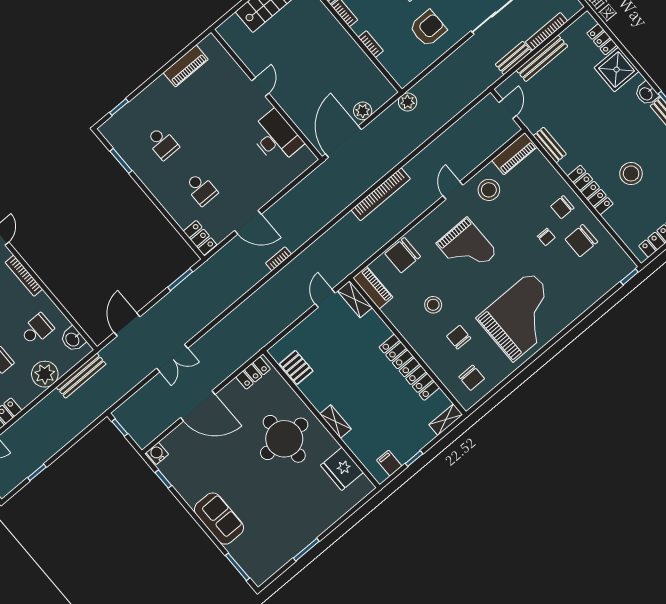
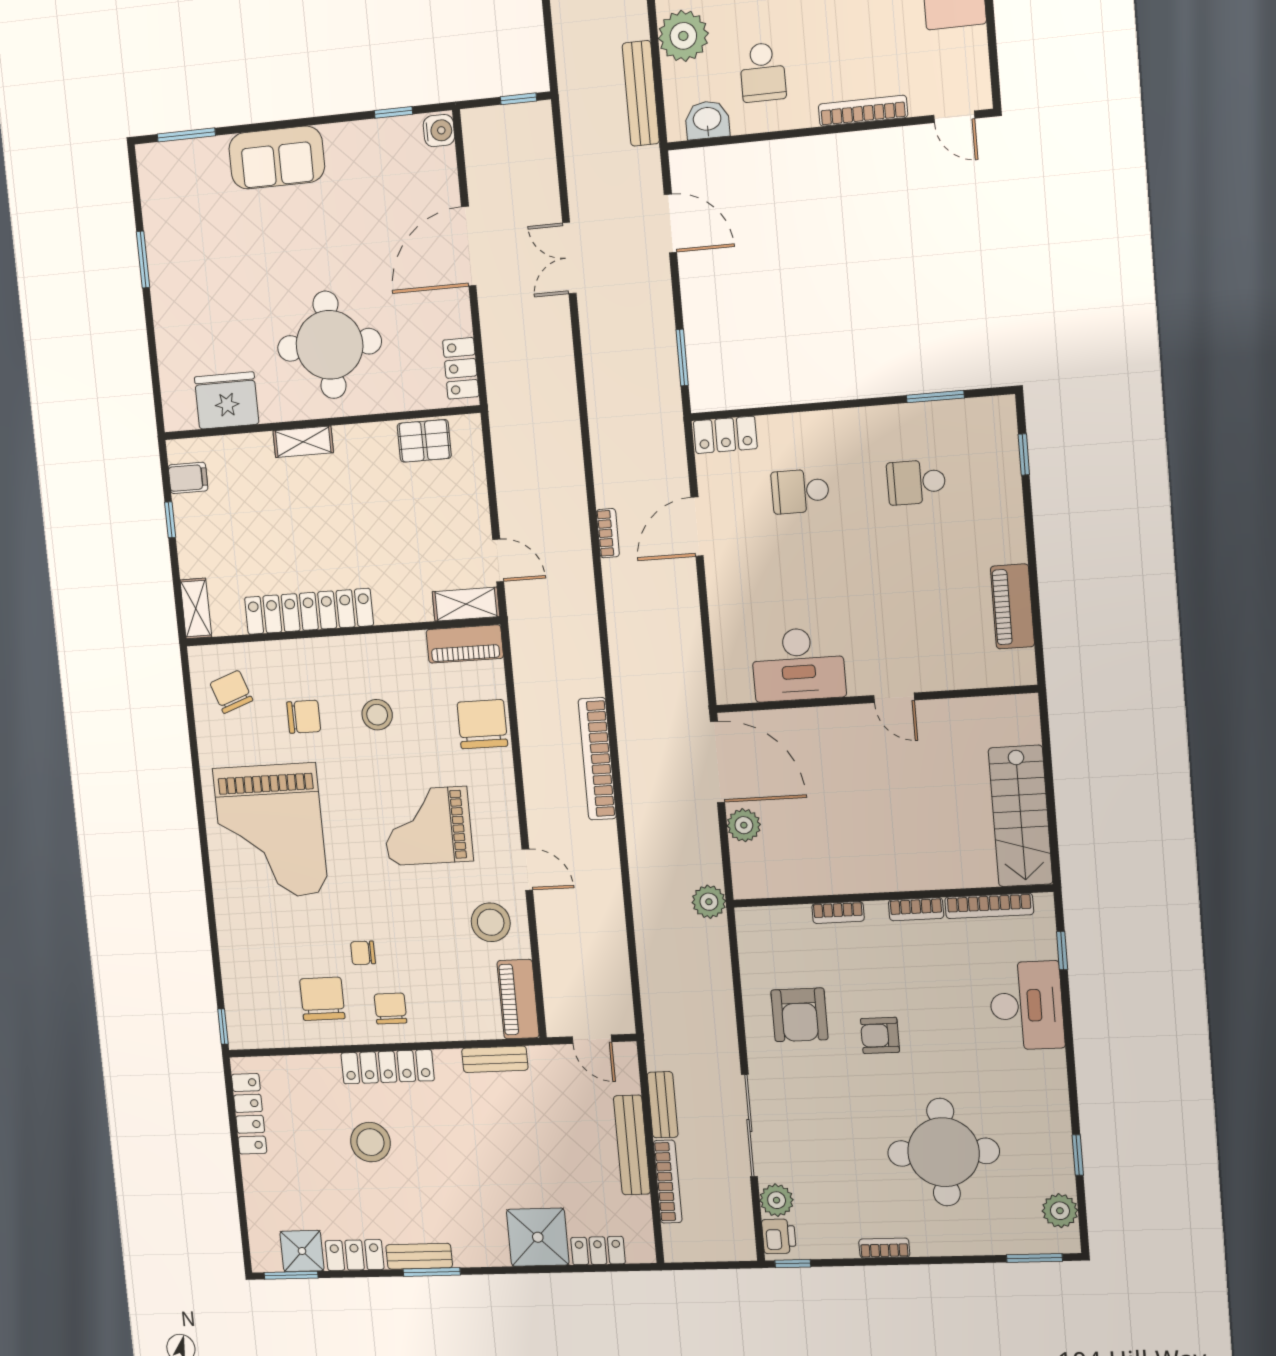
washbasin: (646, 94) -> (472, 1252), removed
chair: (472, 378) -> (231, 692), turned 70

